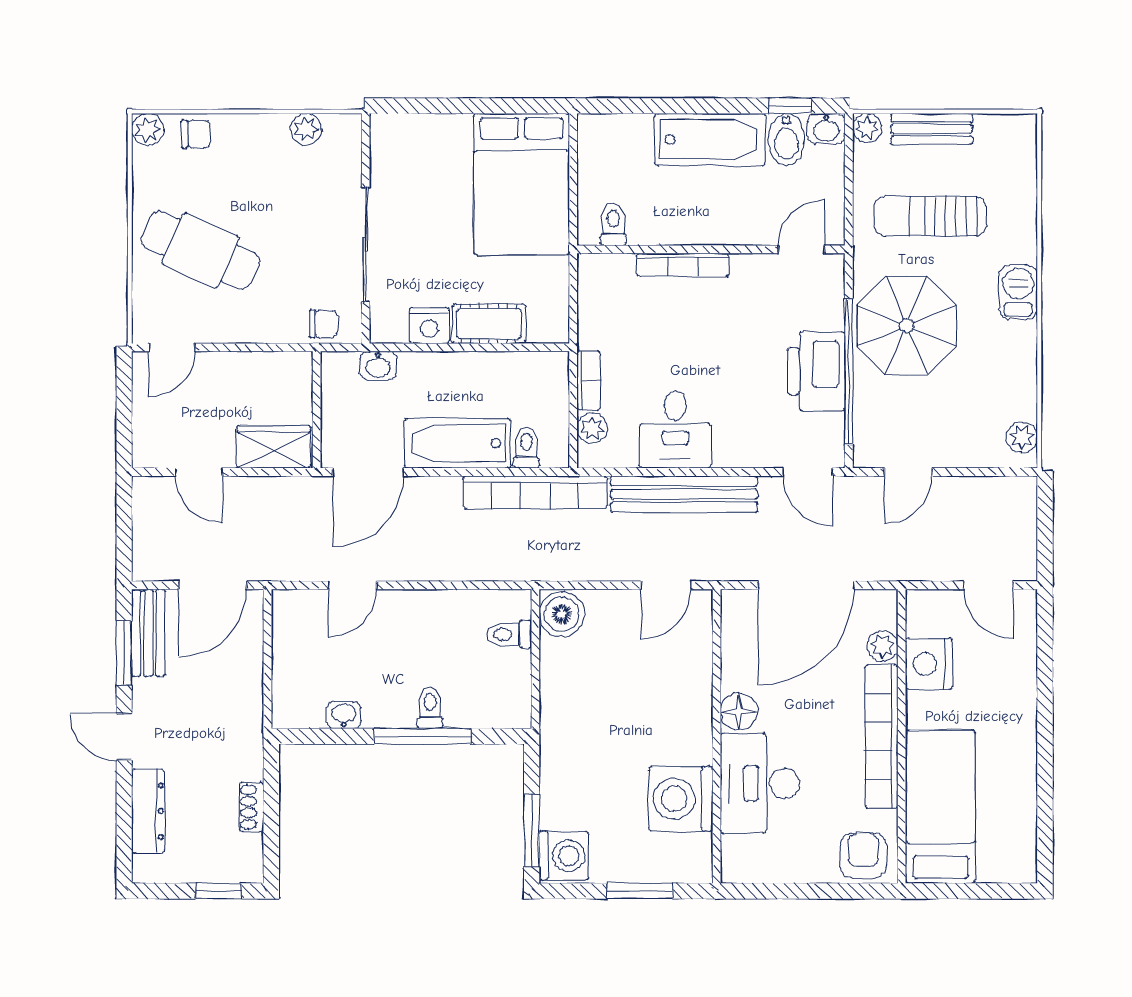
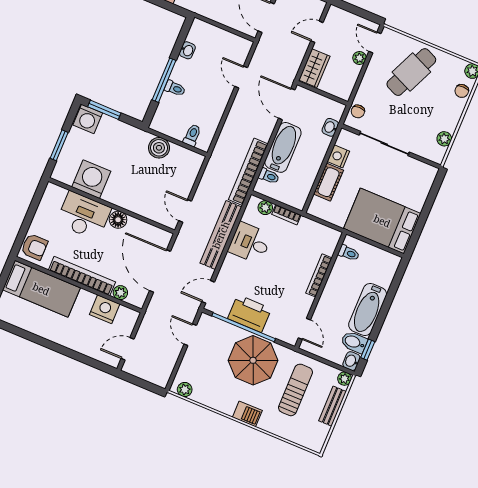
plant: (216, 365) -> (359, 58), added
boiler: (562, 614) -> (159, 148), moved

